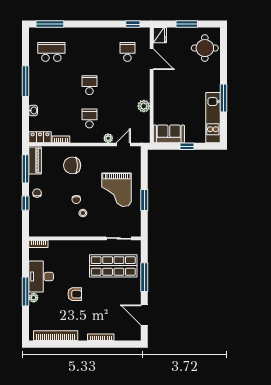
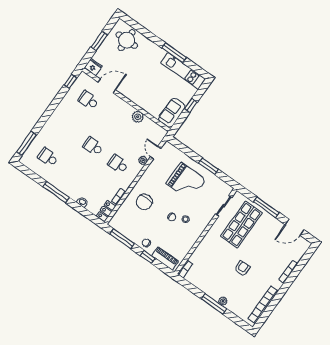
school desk: (51, 52) -> (48, 157), width x0.54
piano: (35, 160) -> (165, 258), moved
desk: (41, 277) -> (211, 284), removed

